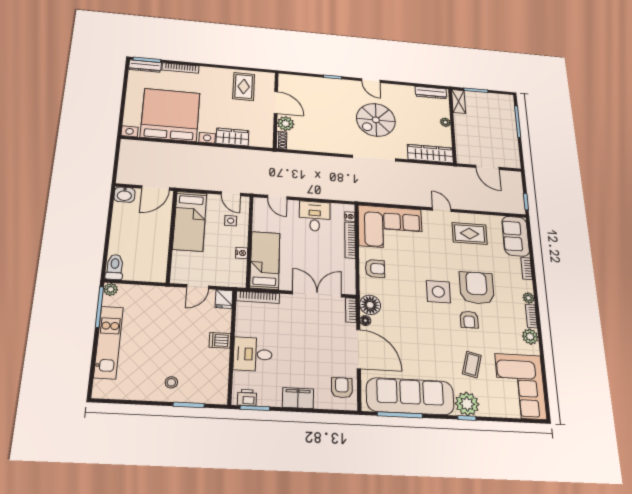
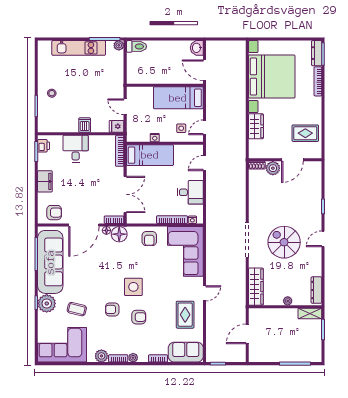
armchair: (477, 288) -> (139, 317), width x0.53, depth x0.53

